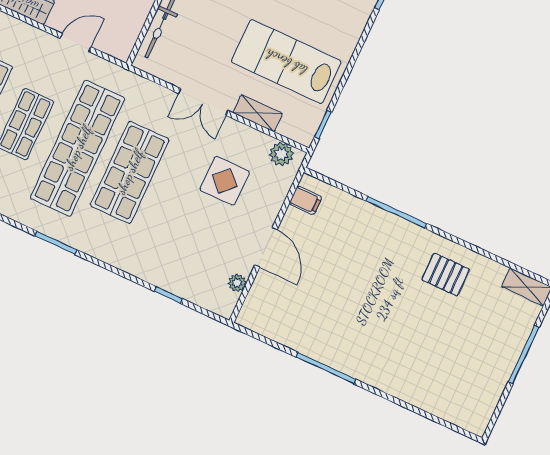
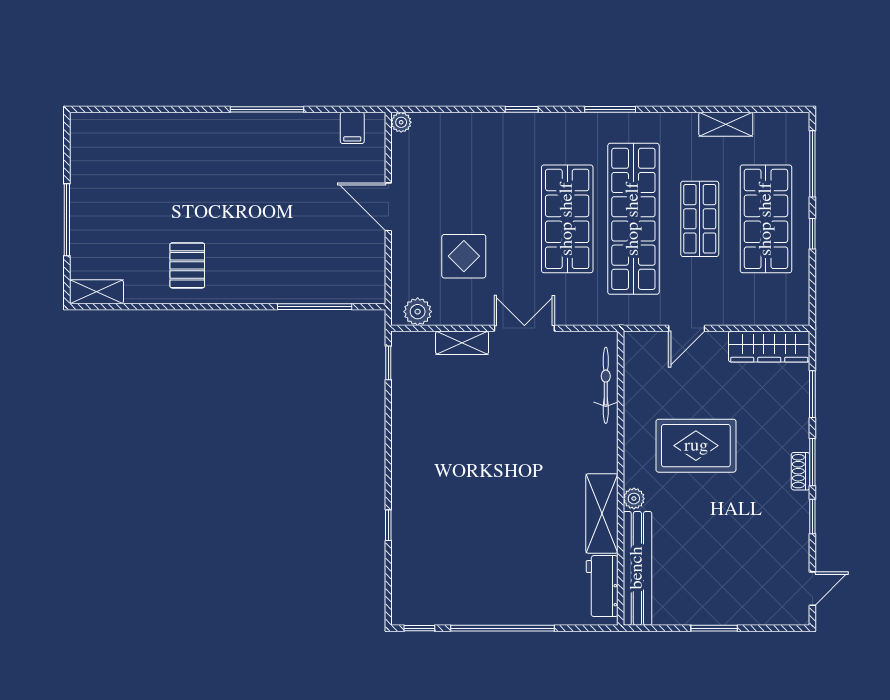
lab bench: (286, 62) -> (457, 411), removed
filing cabinet: (306, 200) -> (352, 128), moved, turned -90
window: (396, 212) -> (315, 307), moved
pallet: (446, 275) -> (187, 265), turned 90
plant: (237, 283) -> (401, 122), moved
window: (168, 295) -> (522, 109), moved

